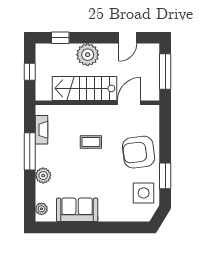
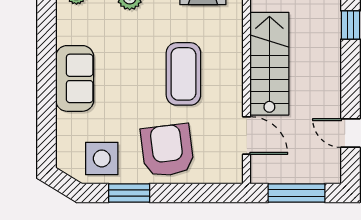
plant: (88, 55) -> (323, 69), removed
coffee table: (91, 142) -> (183, 74), width x1.86, depth x1.72
sofa: (77, 210) -> (75, 78), moved

